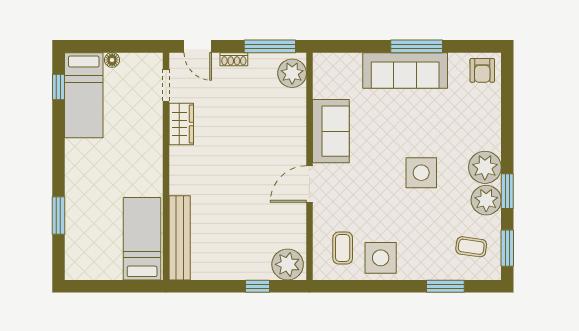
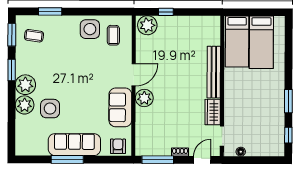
door: (198, 46) -> (202, 160), hinge flipped
floor lamp: (112, 60) -> (241, 152), moved
armchair: (482, 70) -> (118, 146), moved
plant: (292, 73) -> (144, 98), moved
bed: (84, 95) -> (261, 42), moved, turned 180
side table: (421, 173) -> (50, 109), moved
plant: (486, 200) -> (25, 105), moved
window: (58, 215) -> (288, 101), moved
bench: (180, 238) -> (214, 72), moved

